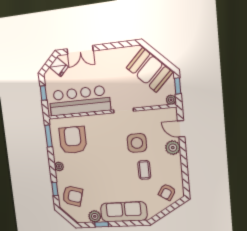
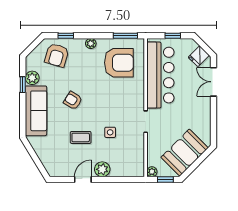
door: (181, 129) -> (83, 179), moved
side table: (137, 143) -> (110, 132), width x0.54, depth x0.54
armchair: (167, 192) -> (73, 101), moved

